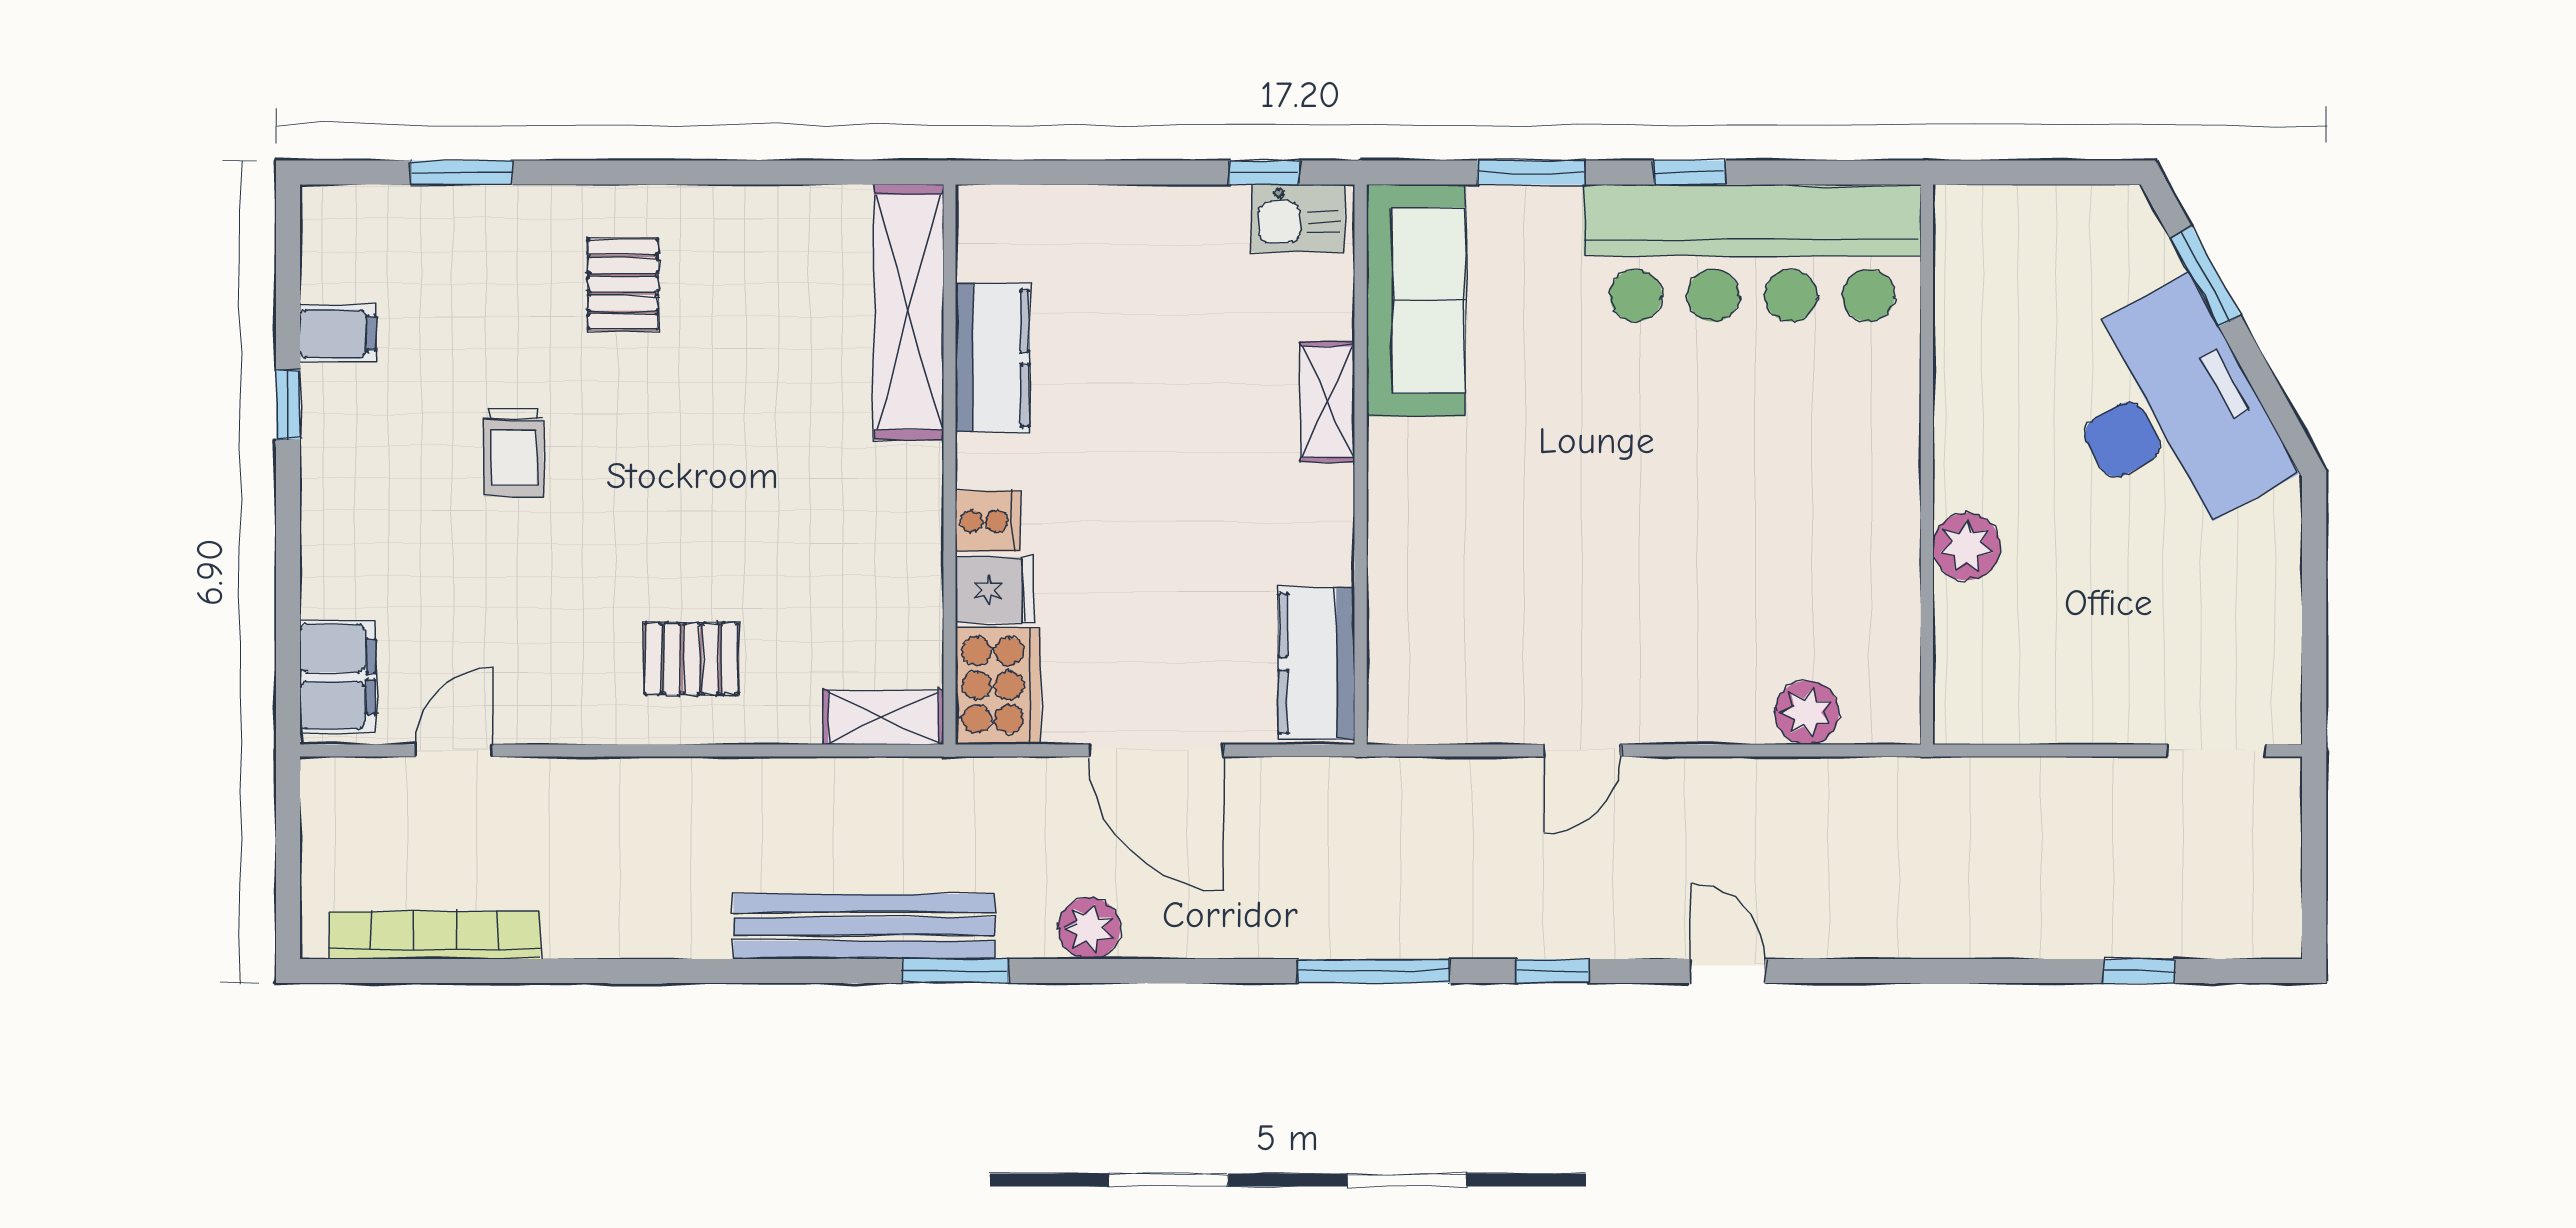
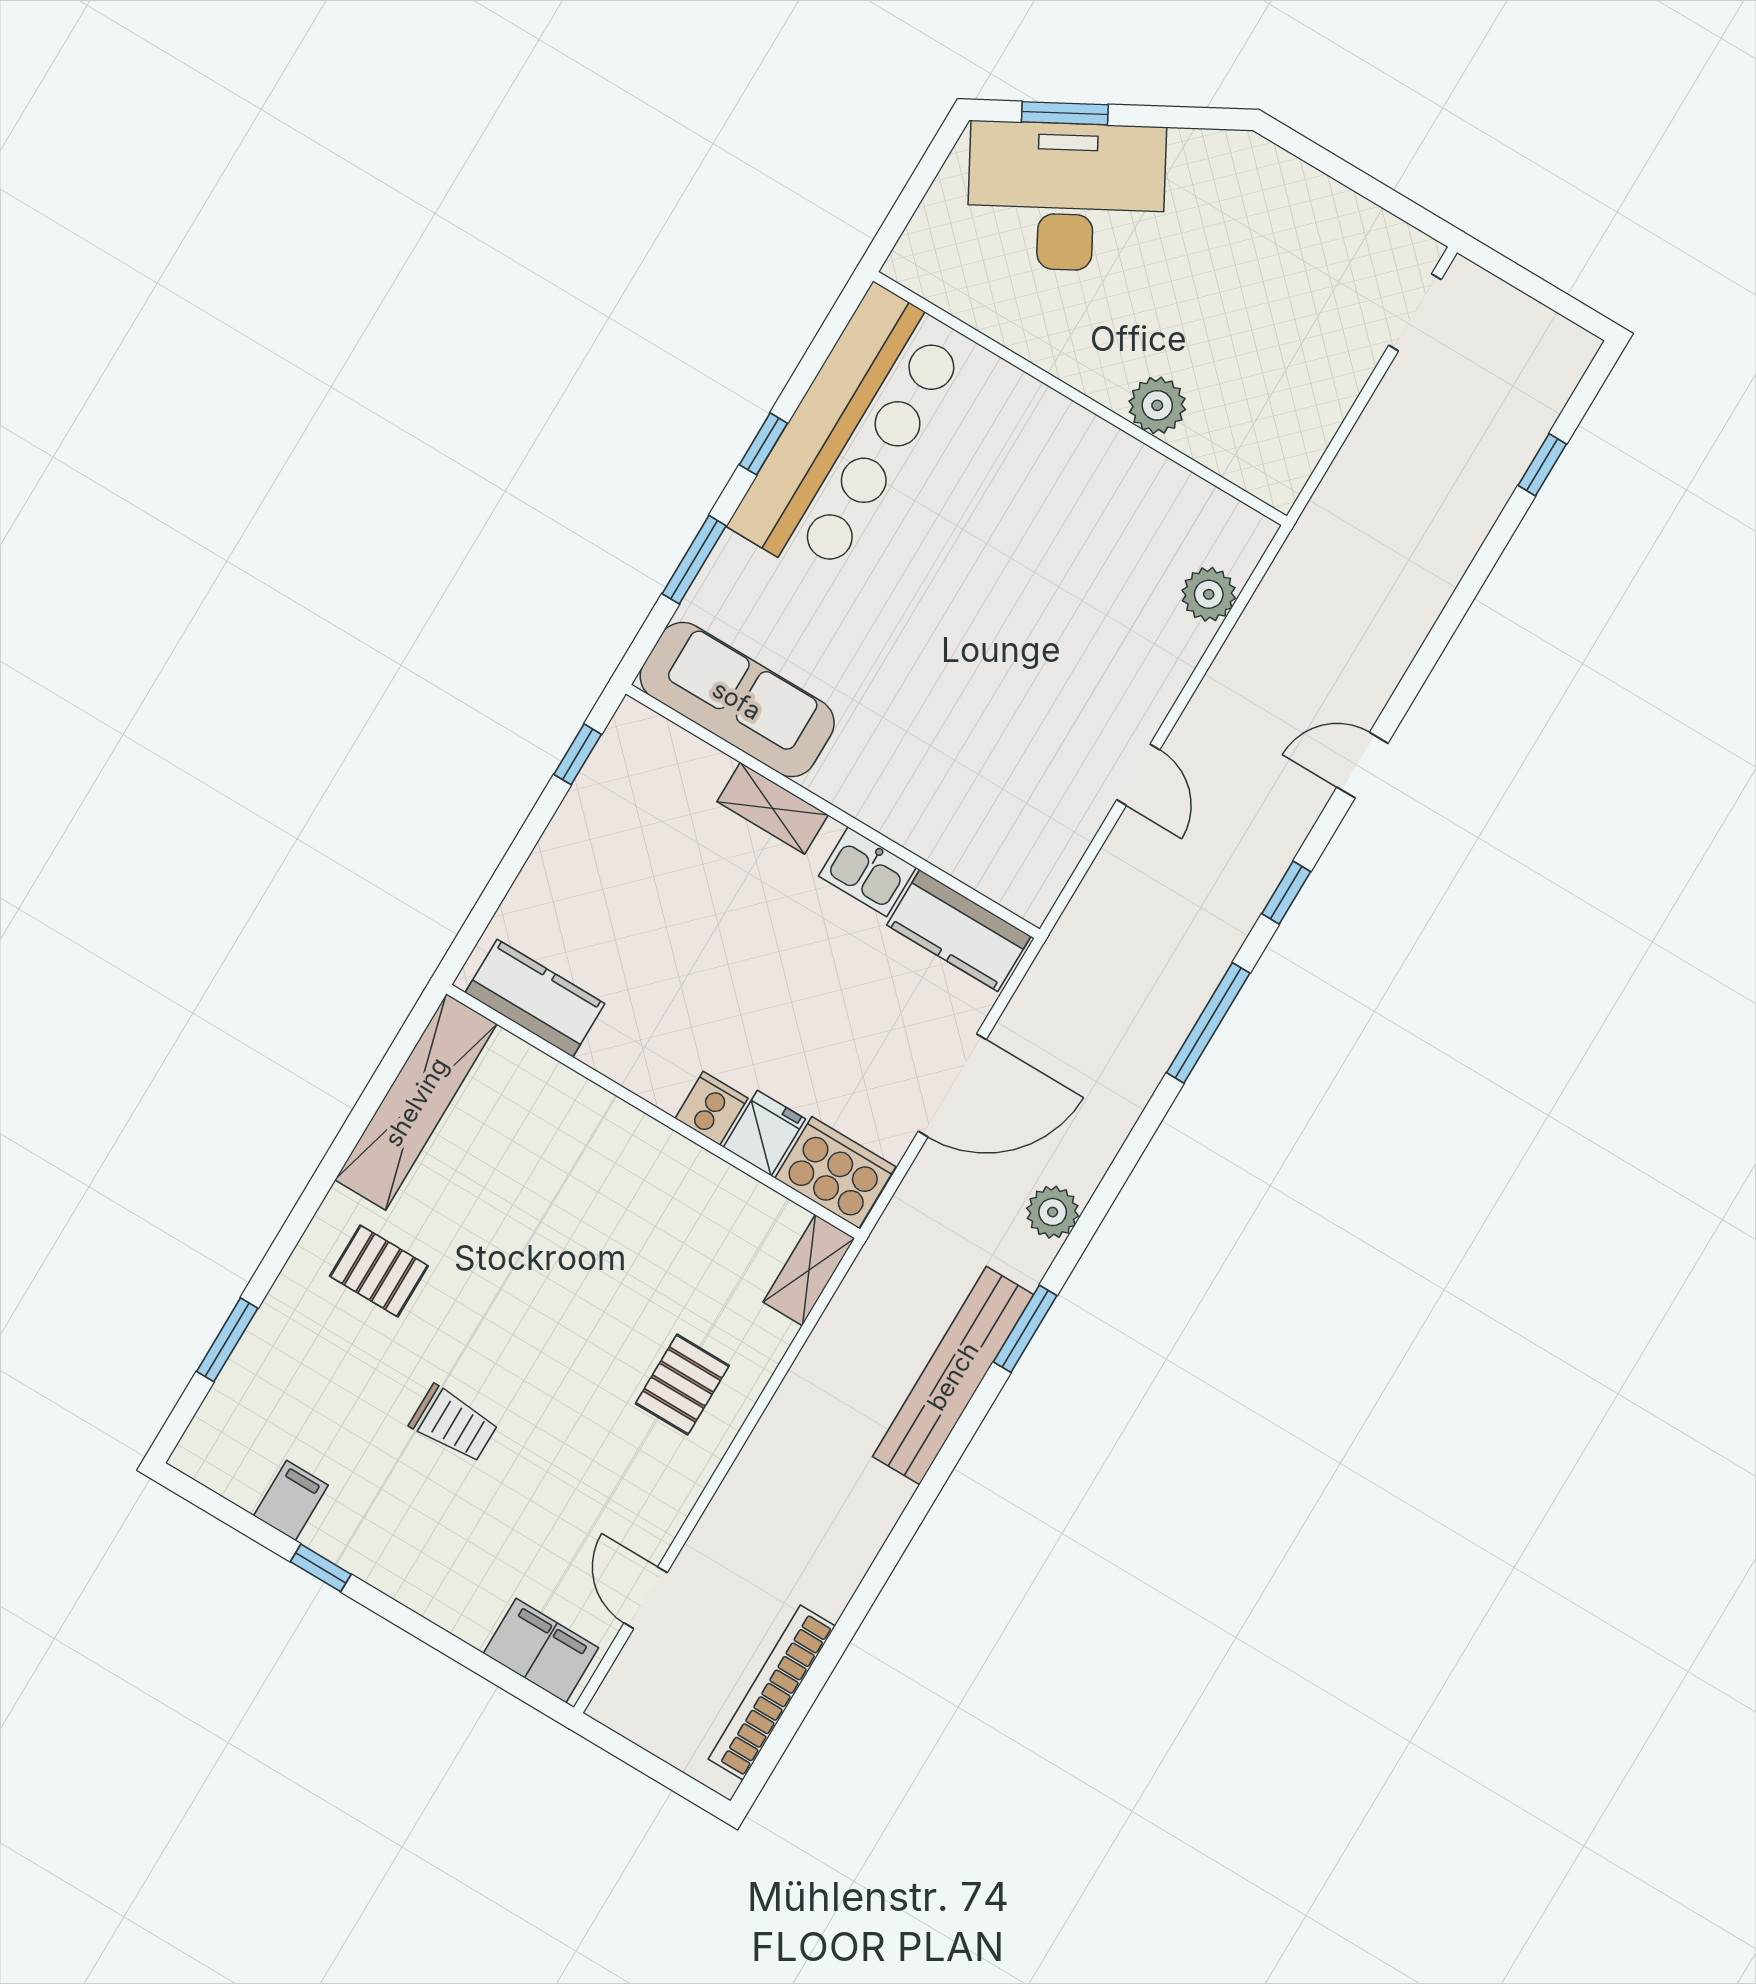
kitchen sink: (1298, 218) -> (867, 872), moved, turned 90
shelving: (909, 312) -> (416, 1102), moved, turned 90
kitchen counter: (992, 358) -> (535, 998), moved
desk: (2169, 414) -> (1066, 197), moved

